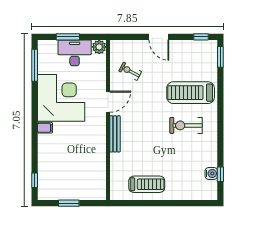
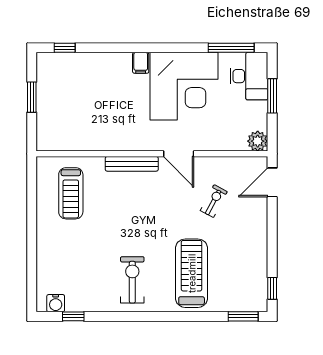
door: (159, 37) -> (272, 182), moved
desk: (75, 53) -> (249, 76), moved
exercise bike: (130, 71) -> (214, 201), moved
exercise bike: (186, 125) -> (132, 280), moved
water cooler: (211, 173) -> (56, 303), moved
treadmill: (147, 184) -> (71, 193), moved

